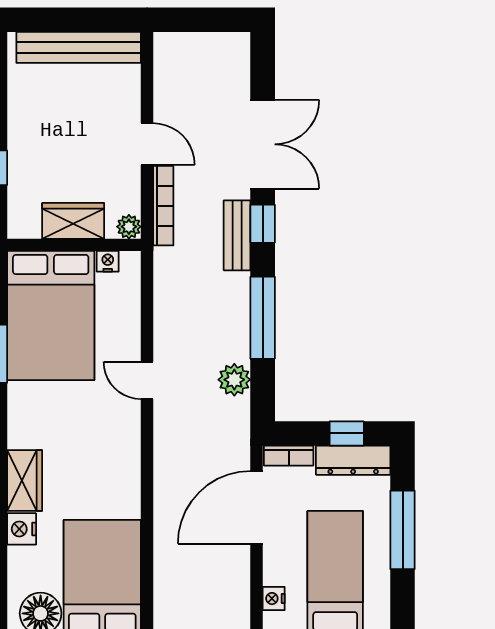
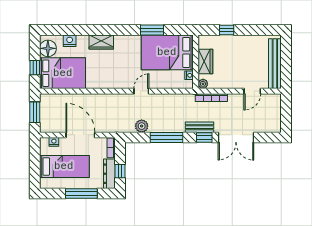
door: (147, 144) -> (252, 91), moved
door: (257, 507) -> (80, 135), moved
nightstand: (22, 529) -> (70, 41), moved

